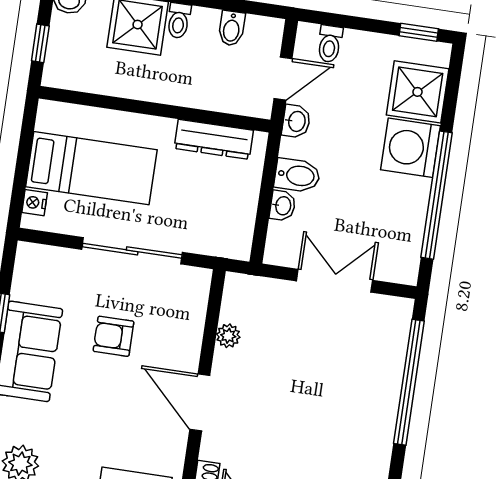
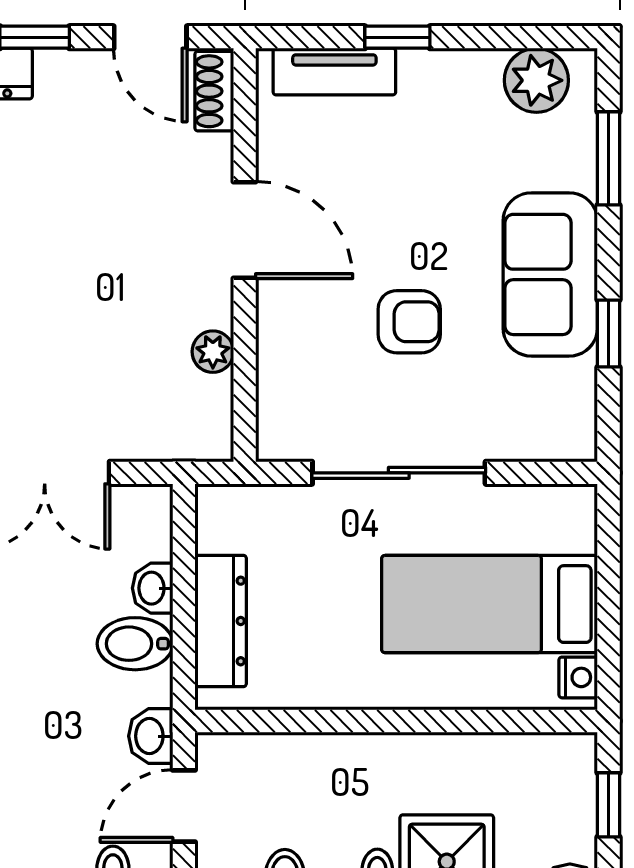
dresser: (214, 139) -> (221, 621), moved, turned 90
nightstand: (35, 203) -> (578, 677), moved

